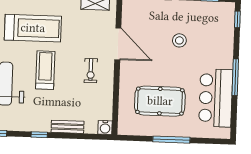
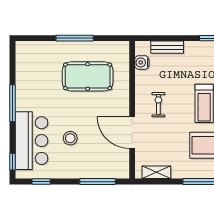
bar counter: (216, 98) -> (32, 141), moved
bench: (68, 127) -> (167, 47), moved
water cooler: (105, 127) -> (142, 62), moved, turned -90

